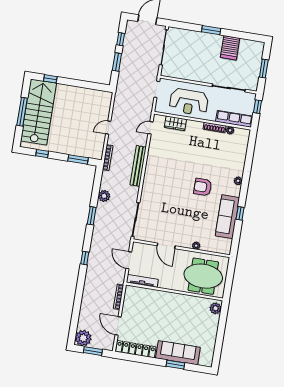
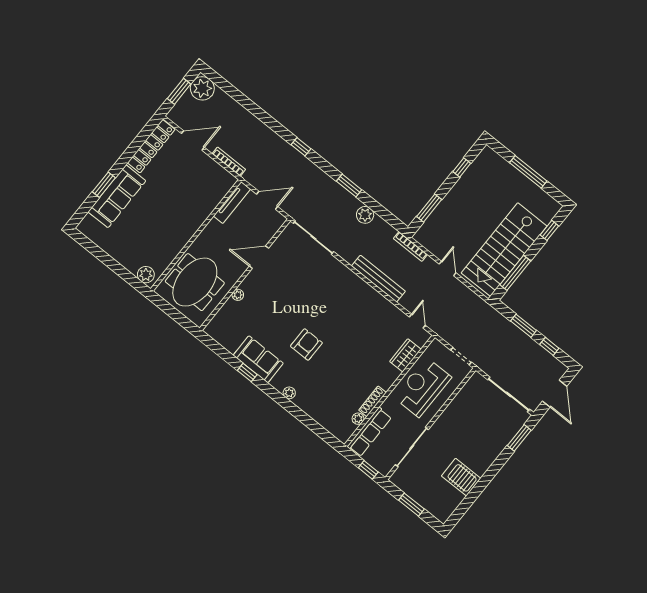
window: (211, 30) -> (519, 438), moved
window: (88, 85) -> (515, 273), added
stairs: (39, 112) -> (504, 250), moved, turned 90
sofa: (227, 217) -> (258, 359), width x0.73

